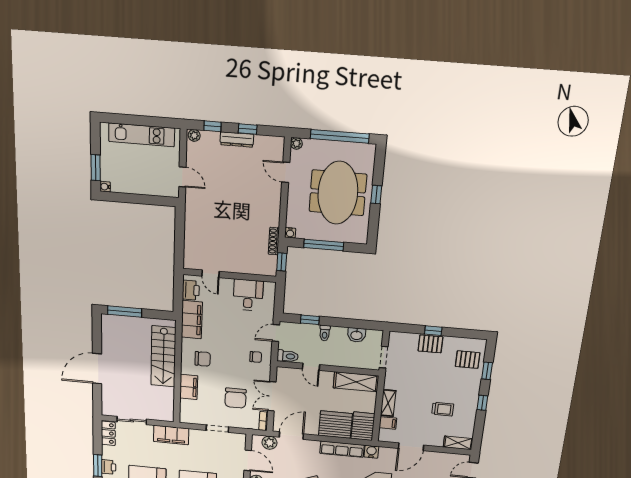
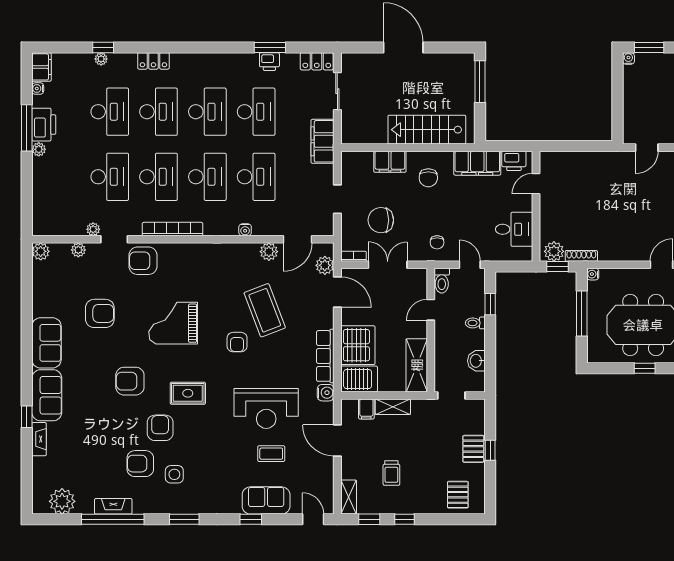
plant: (269, 264) -> (554, 251), added
window: (487, 371) -> (369, 519), moved

